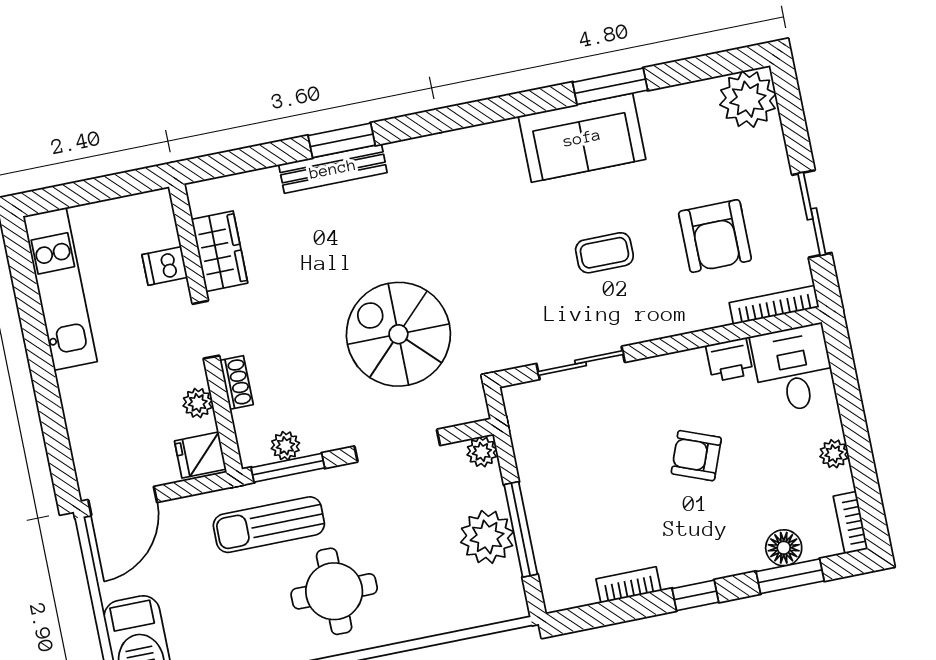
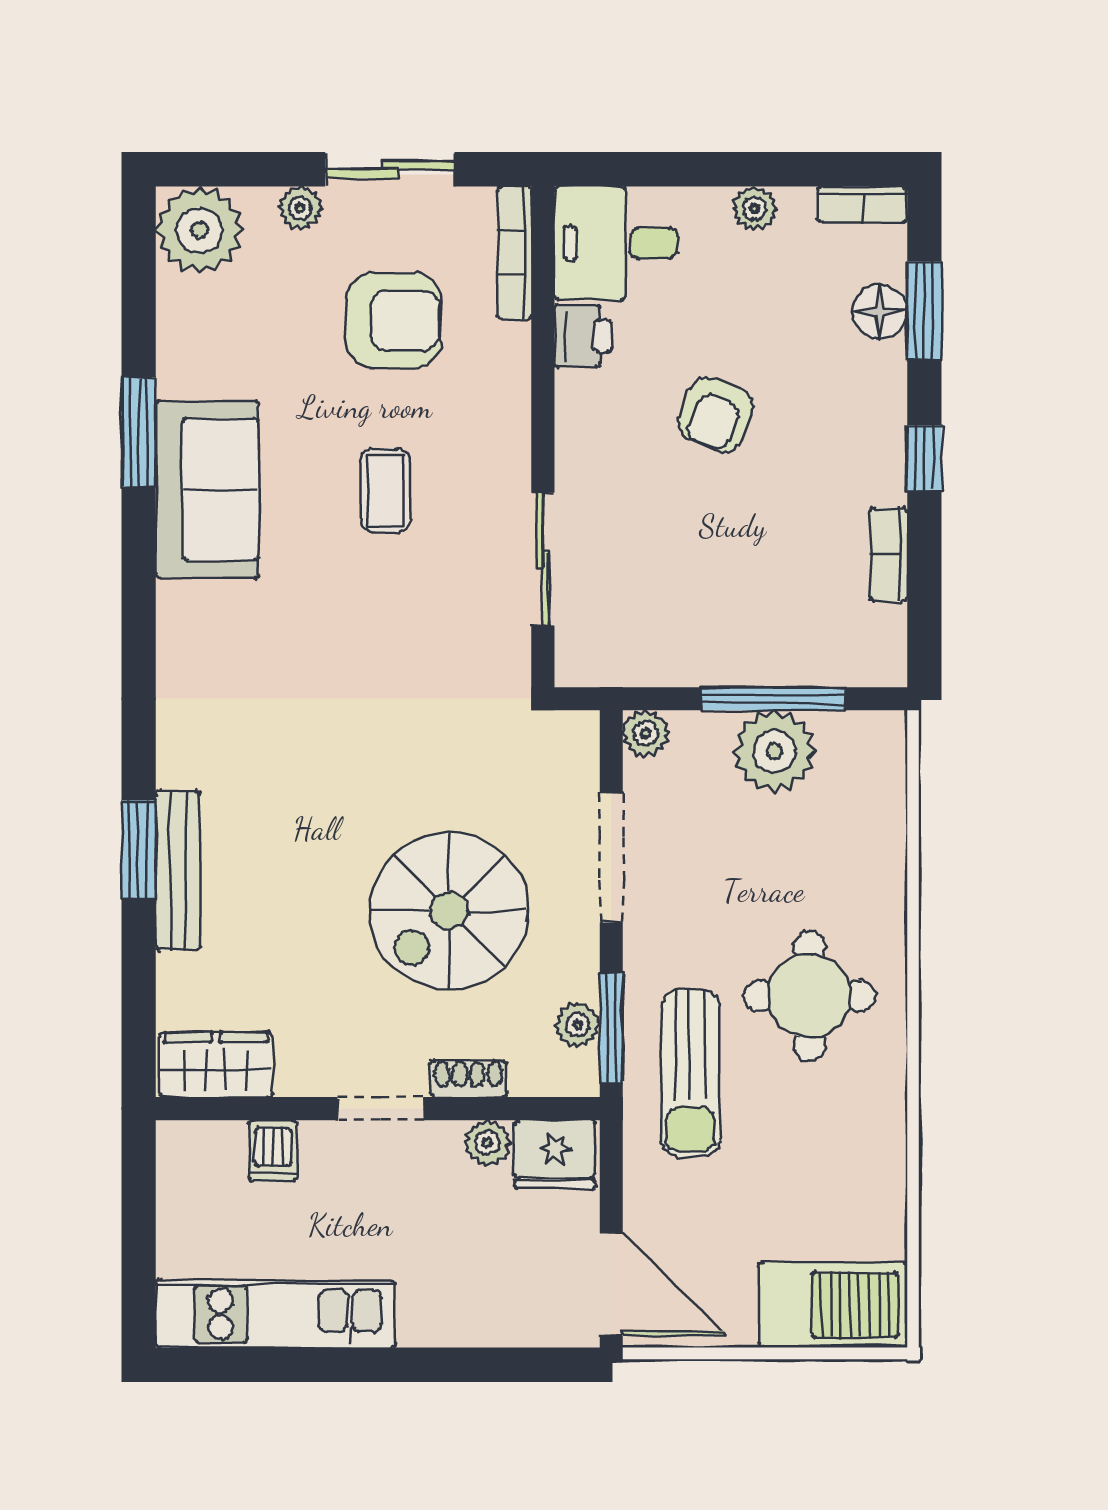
plant: (775, 161) -> (300, 208), added
wardrobe: (219, 251) -> (216, 1065), moved
spiral stairs: (398, 334) -> (449, 911), moved
fridge: (200, 455) -> (555, 1155), width x1.38

